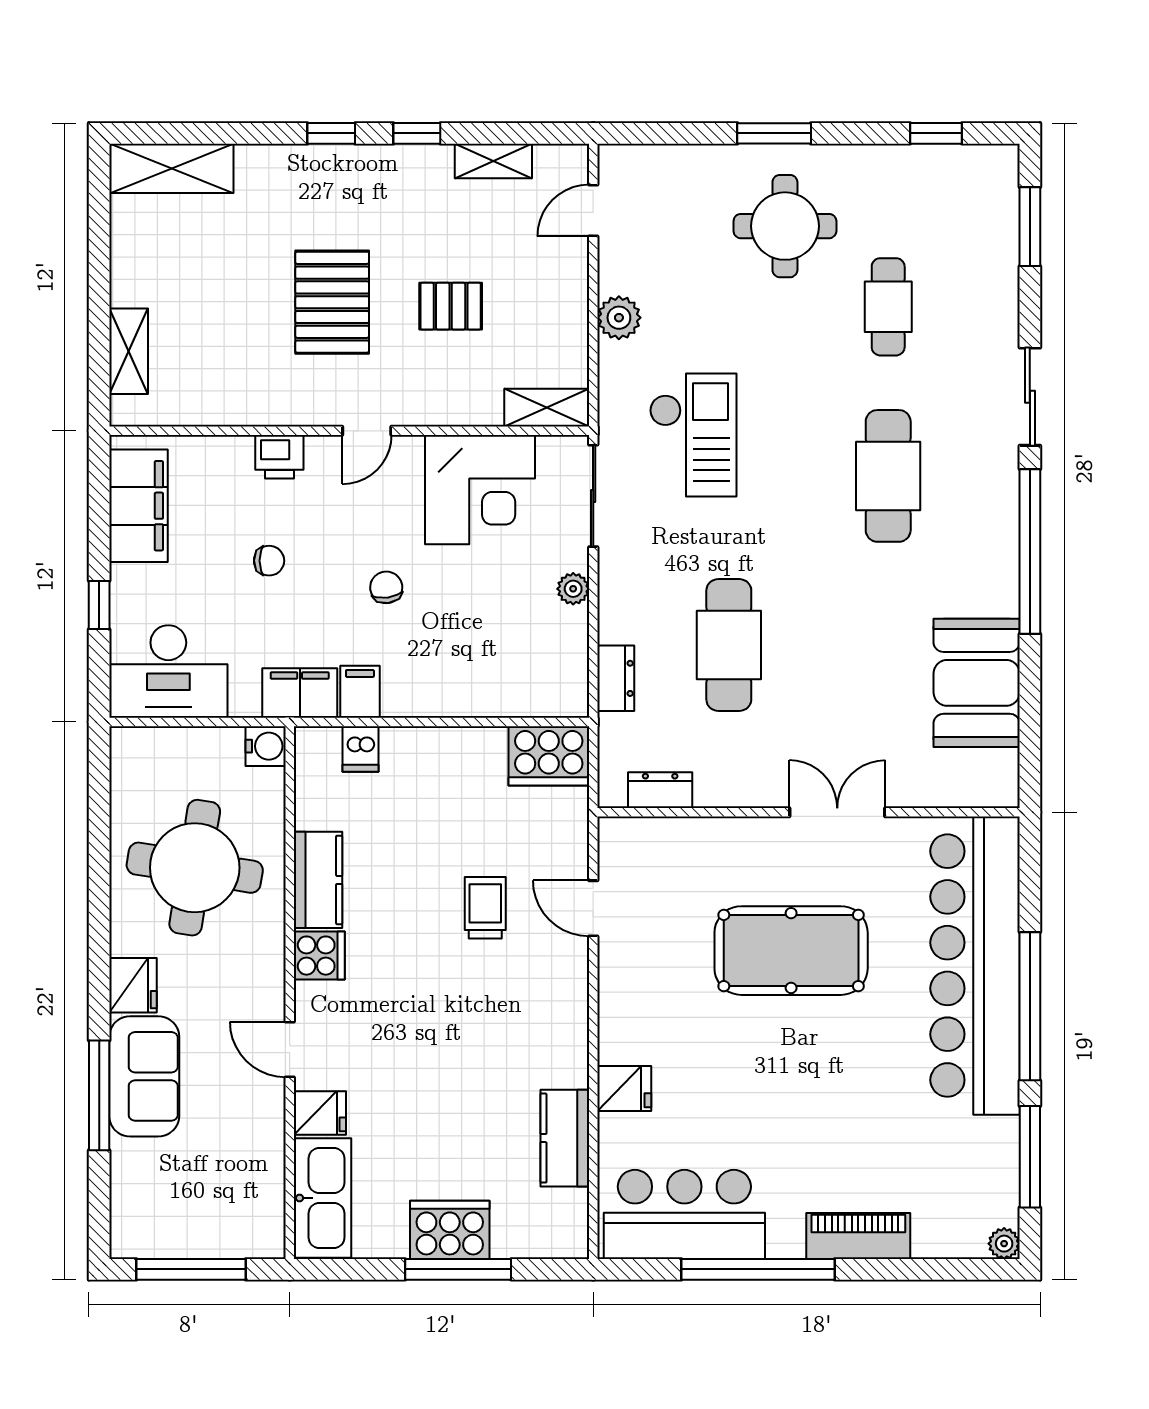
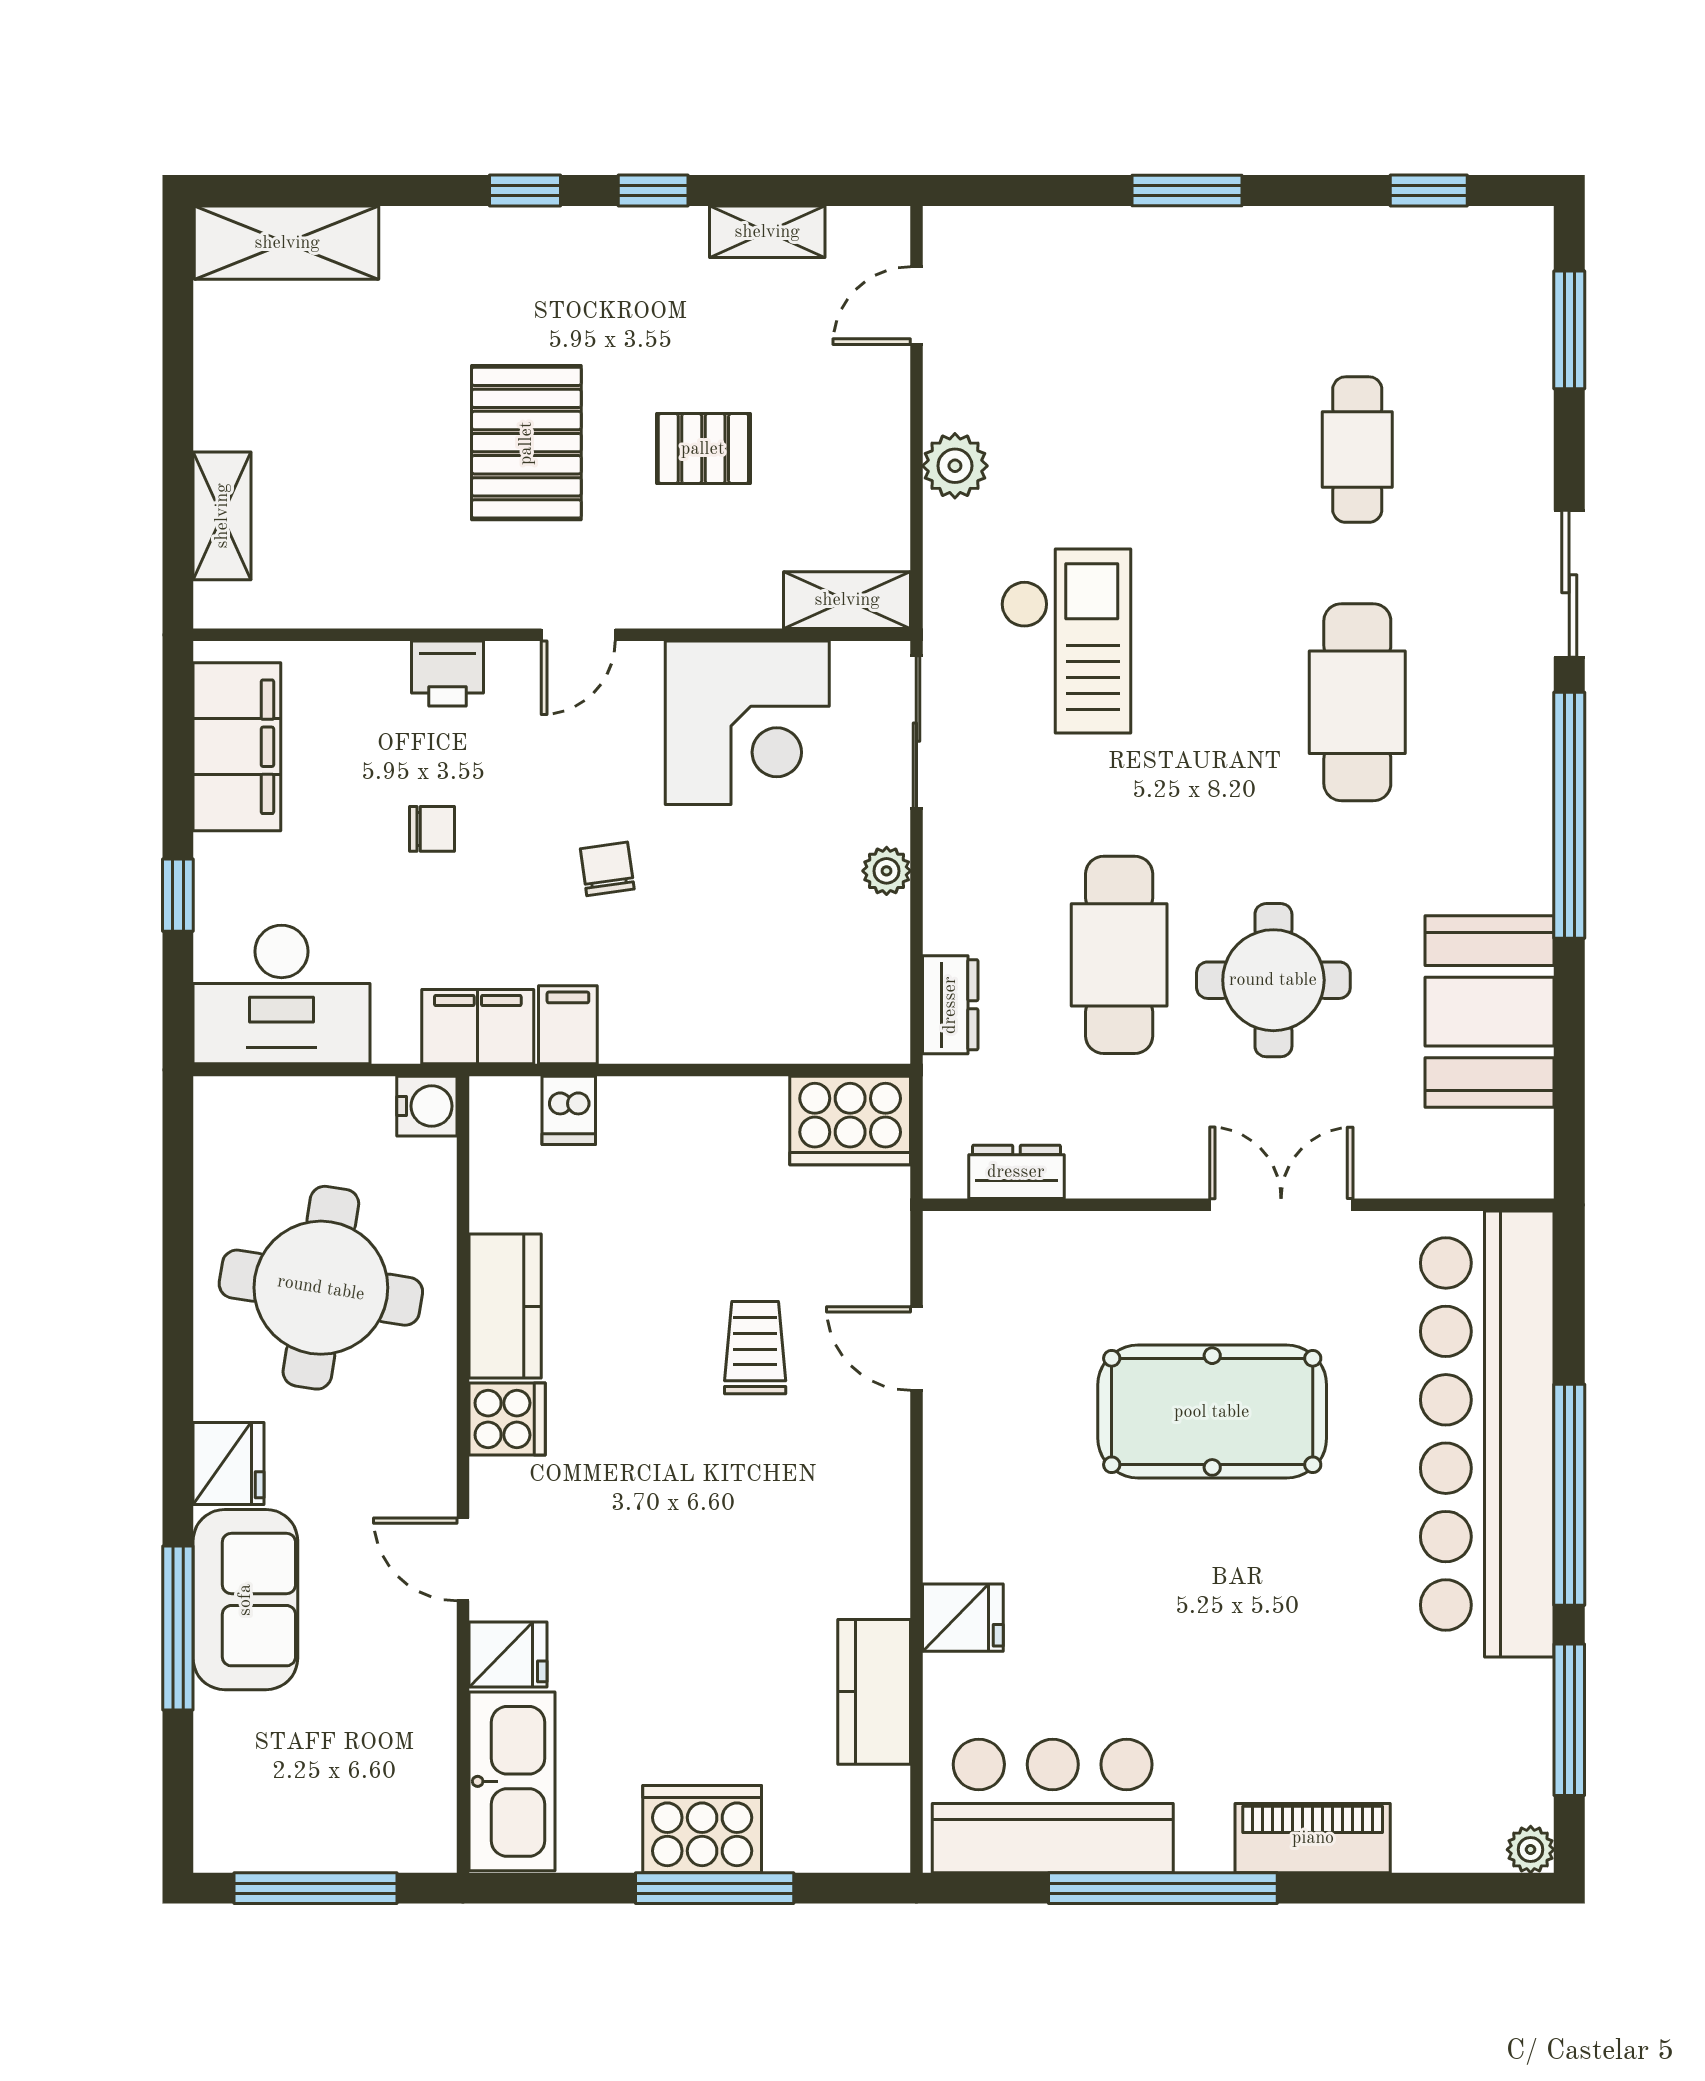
round table: (785, 226) -> (1273, 980), moved

